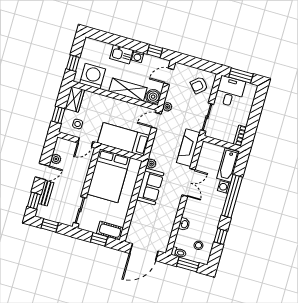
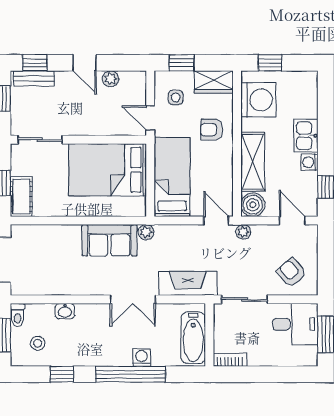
armchair: (102, 108) -> (212, 130), added
bathtub: (228, 165) -> (193, 338), moved, turned -90
bench: (46, 193) -> (34, 78), moved

